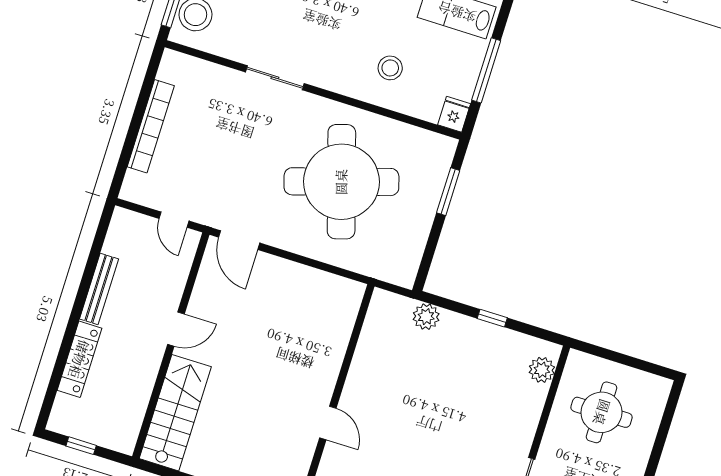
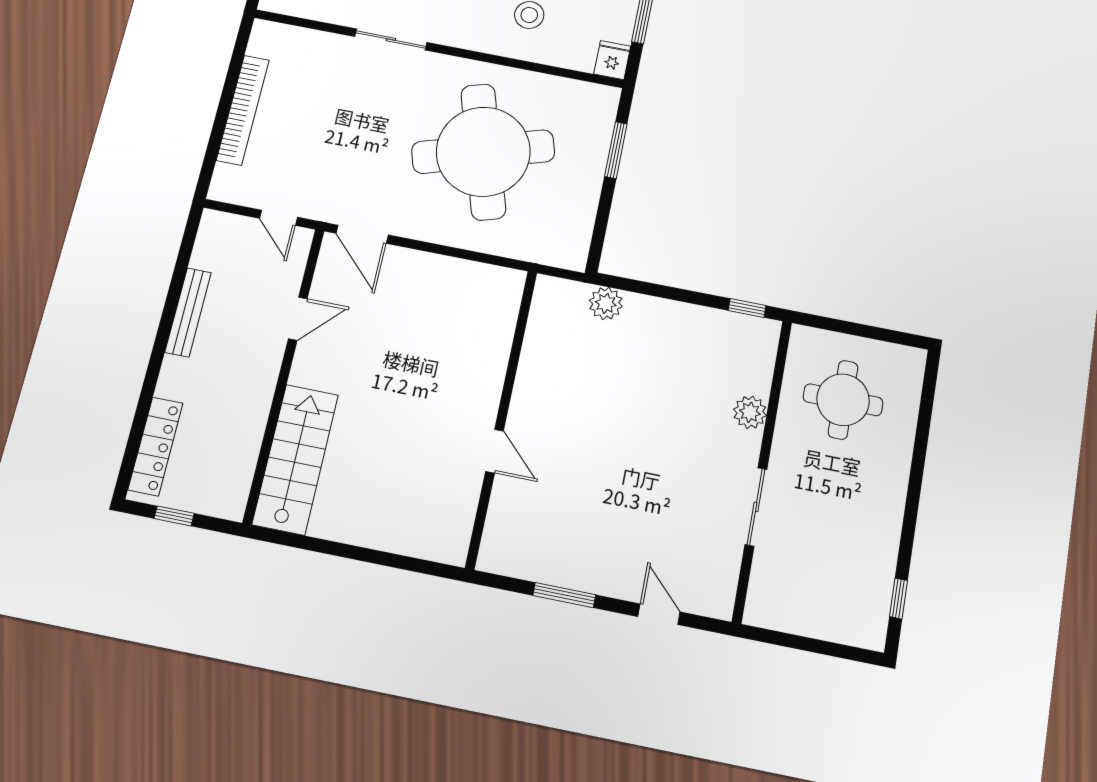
window: (492, 318) -> (747, 308), moved
door: (176, 329) -> (298, 319), moved
locker: (79, 359) -> (156, 446), moved
plant: (542, 370) -> (750, 412), moved

